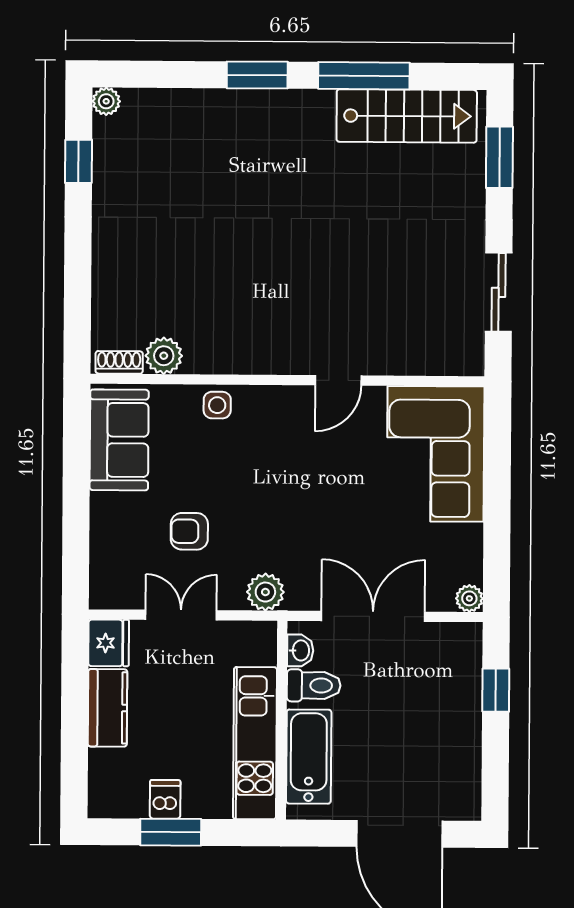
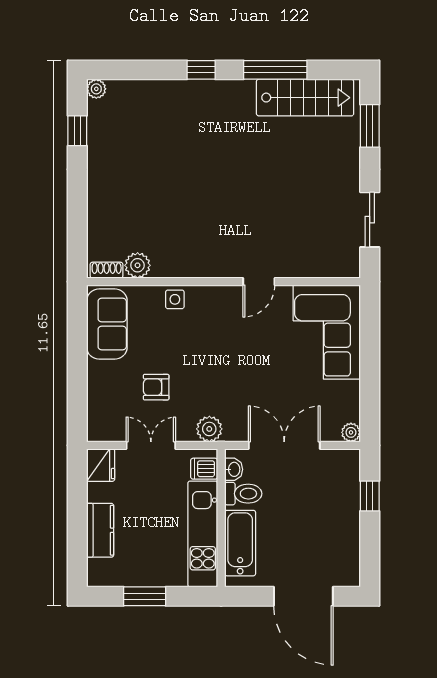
window: (257, 75) -> (201, 70), width x0.67
kitchen counter: (108, 708) -> (100, 530), moved
dishwasher: (165, 799) -> (204, 469), moved, turned -90

